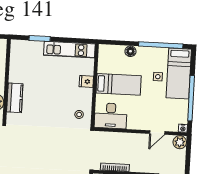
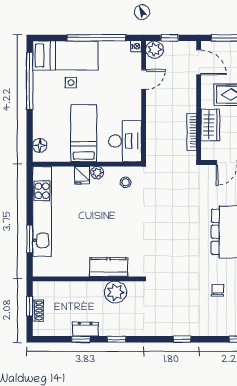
kitchen unit: (69, 50) -> (42, 211), width x1.36
floor lamp: (130, 51) -> (40, 145), moved
plant: (88, 93) -> (97, 173), added
door: (157, 133) -> (144, 80), hinge flipped
window: (188, 154) -> (170, 38), added

